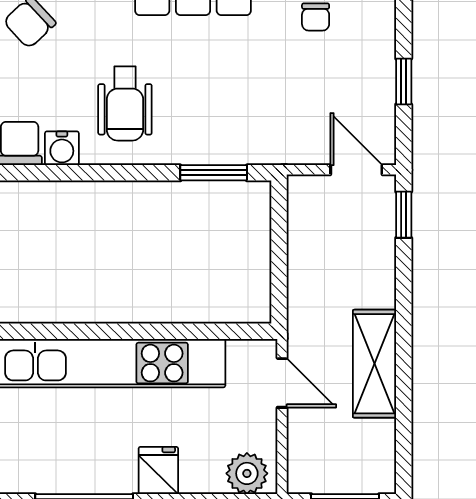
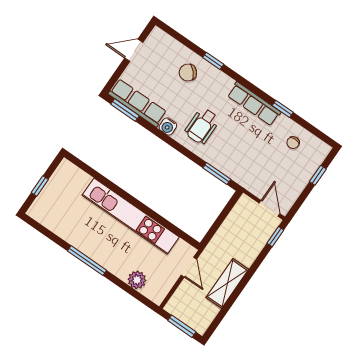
window: (404, 82) -> (318, 175), moved
fridge: (158, 470) -> (122, 268), removed
plant: (247, 473) -> (137, 280), moved

